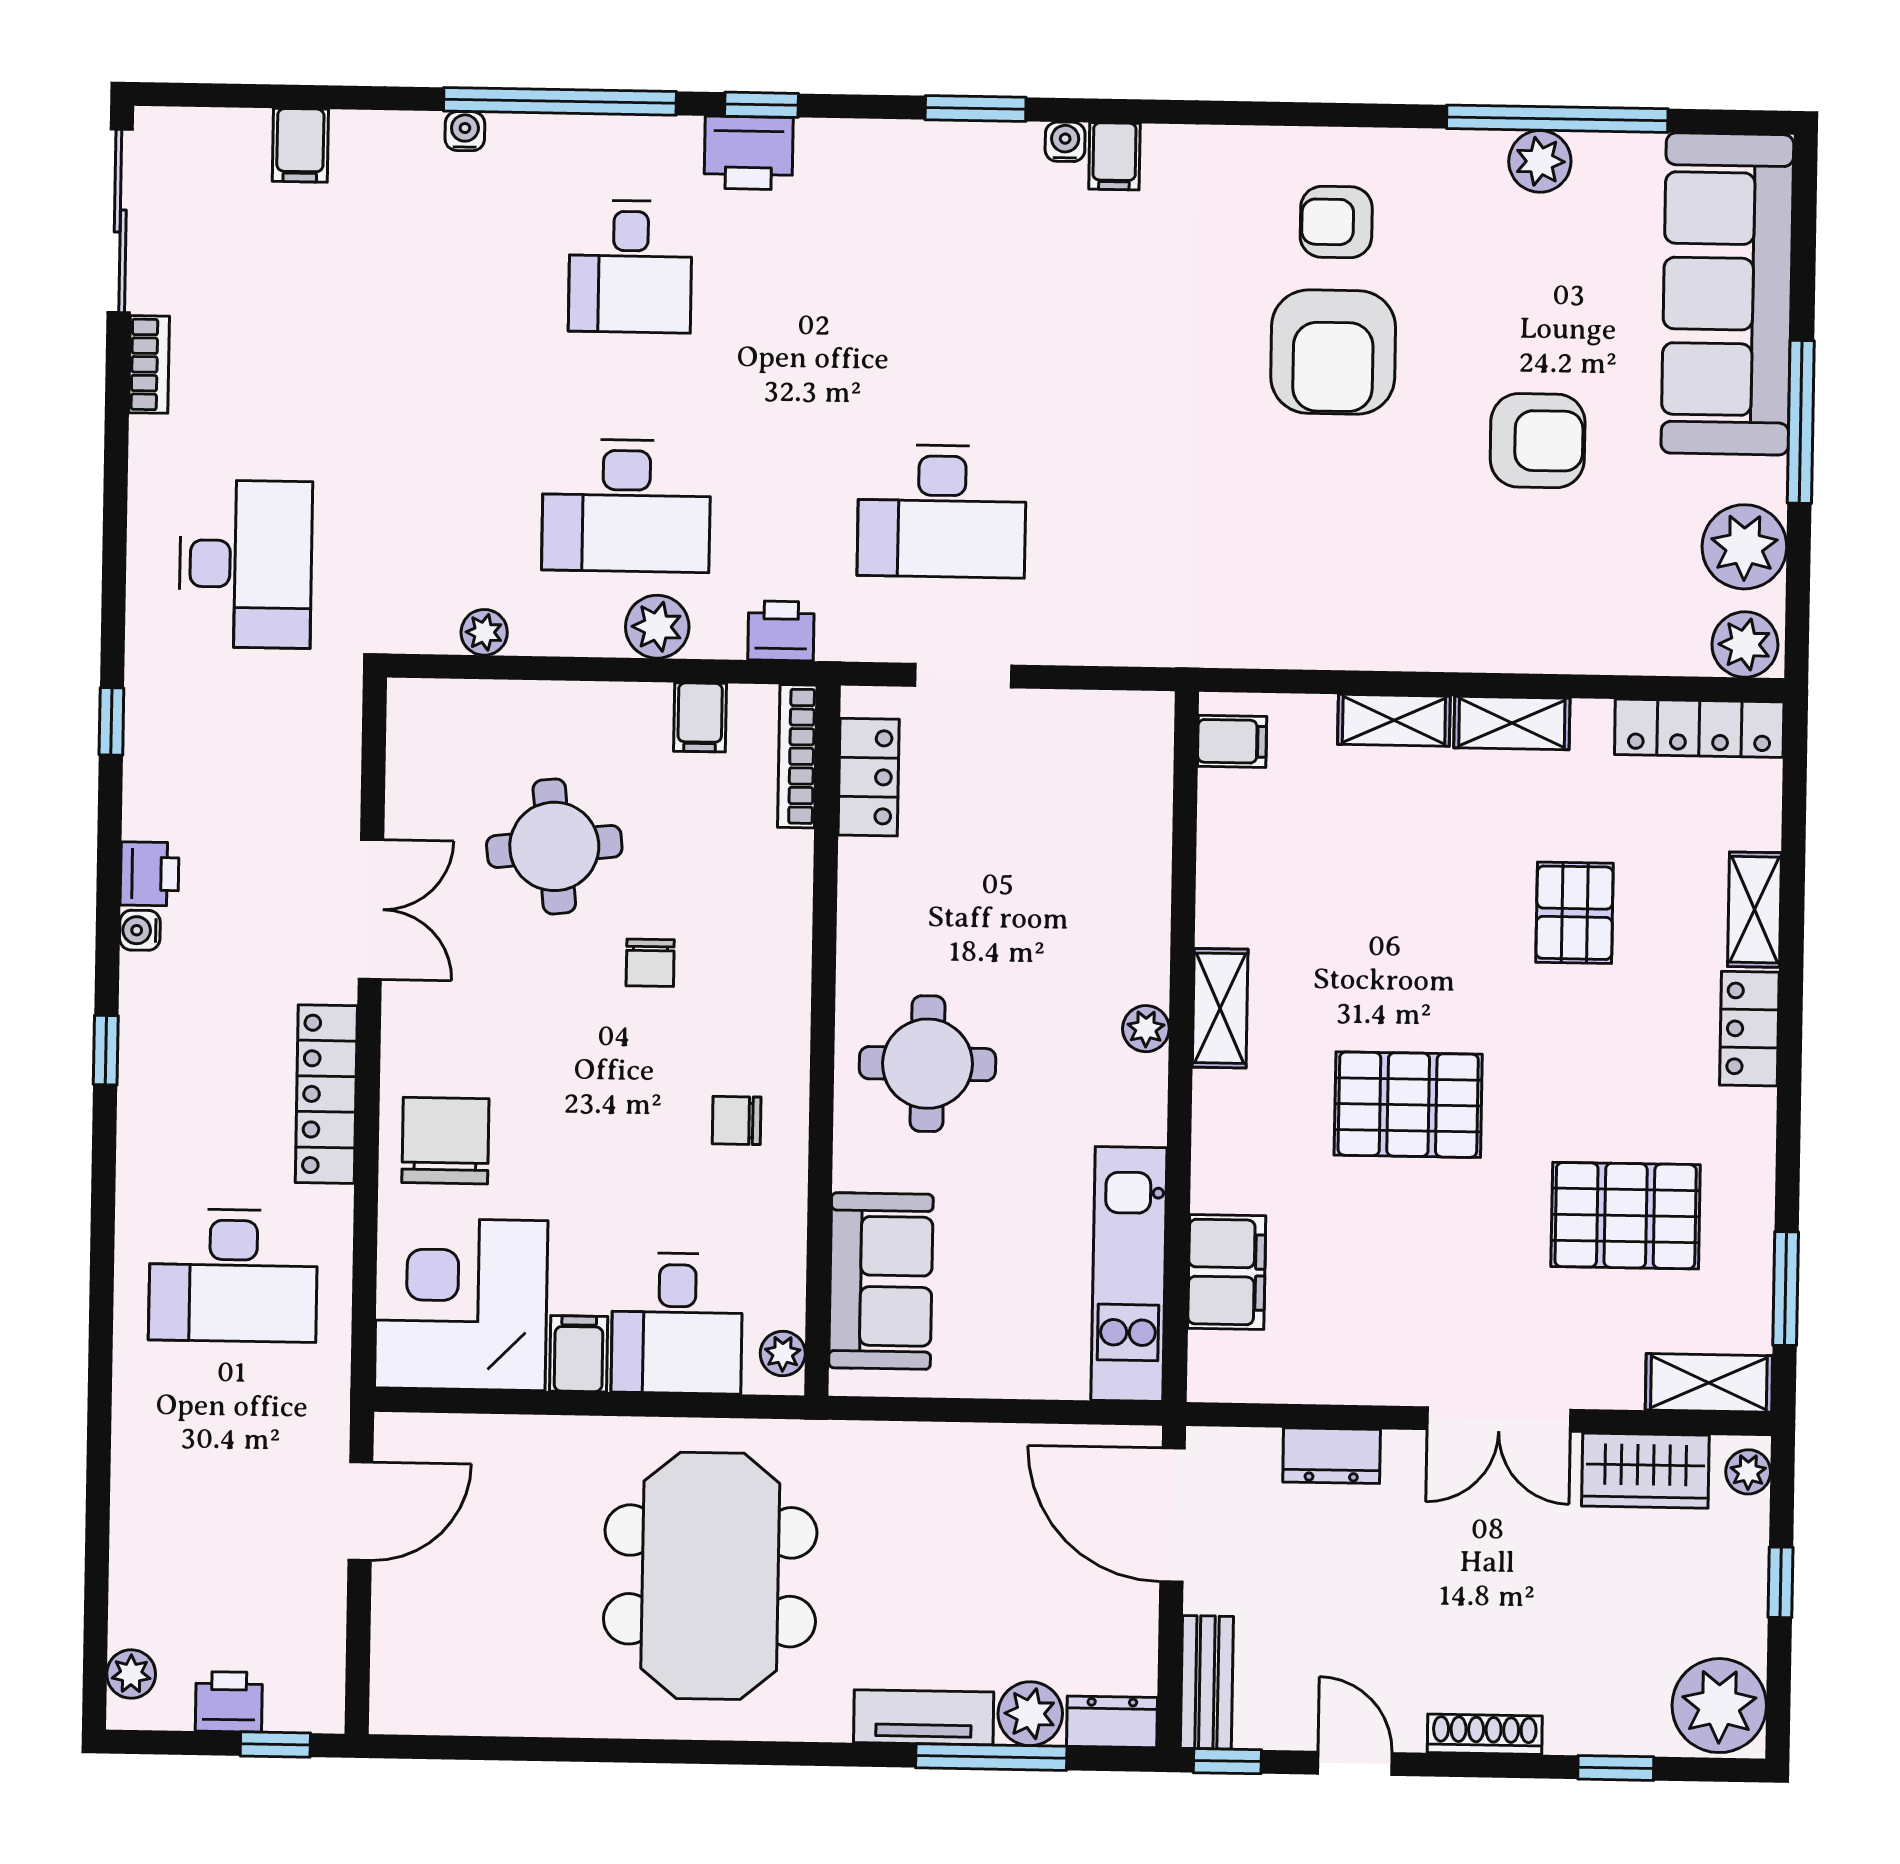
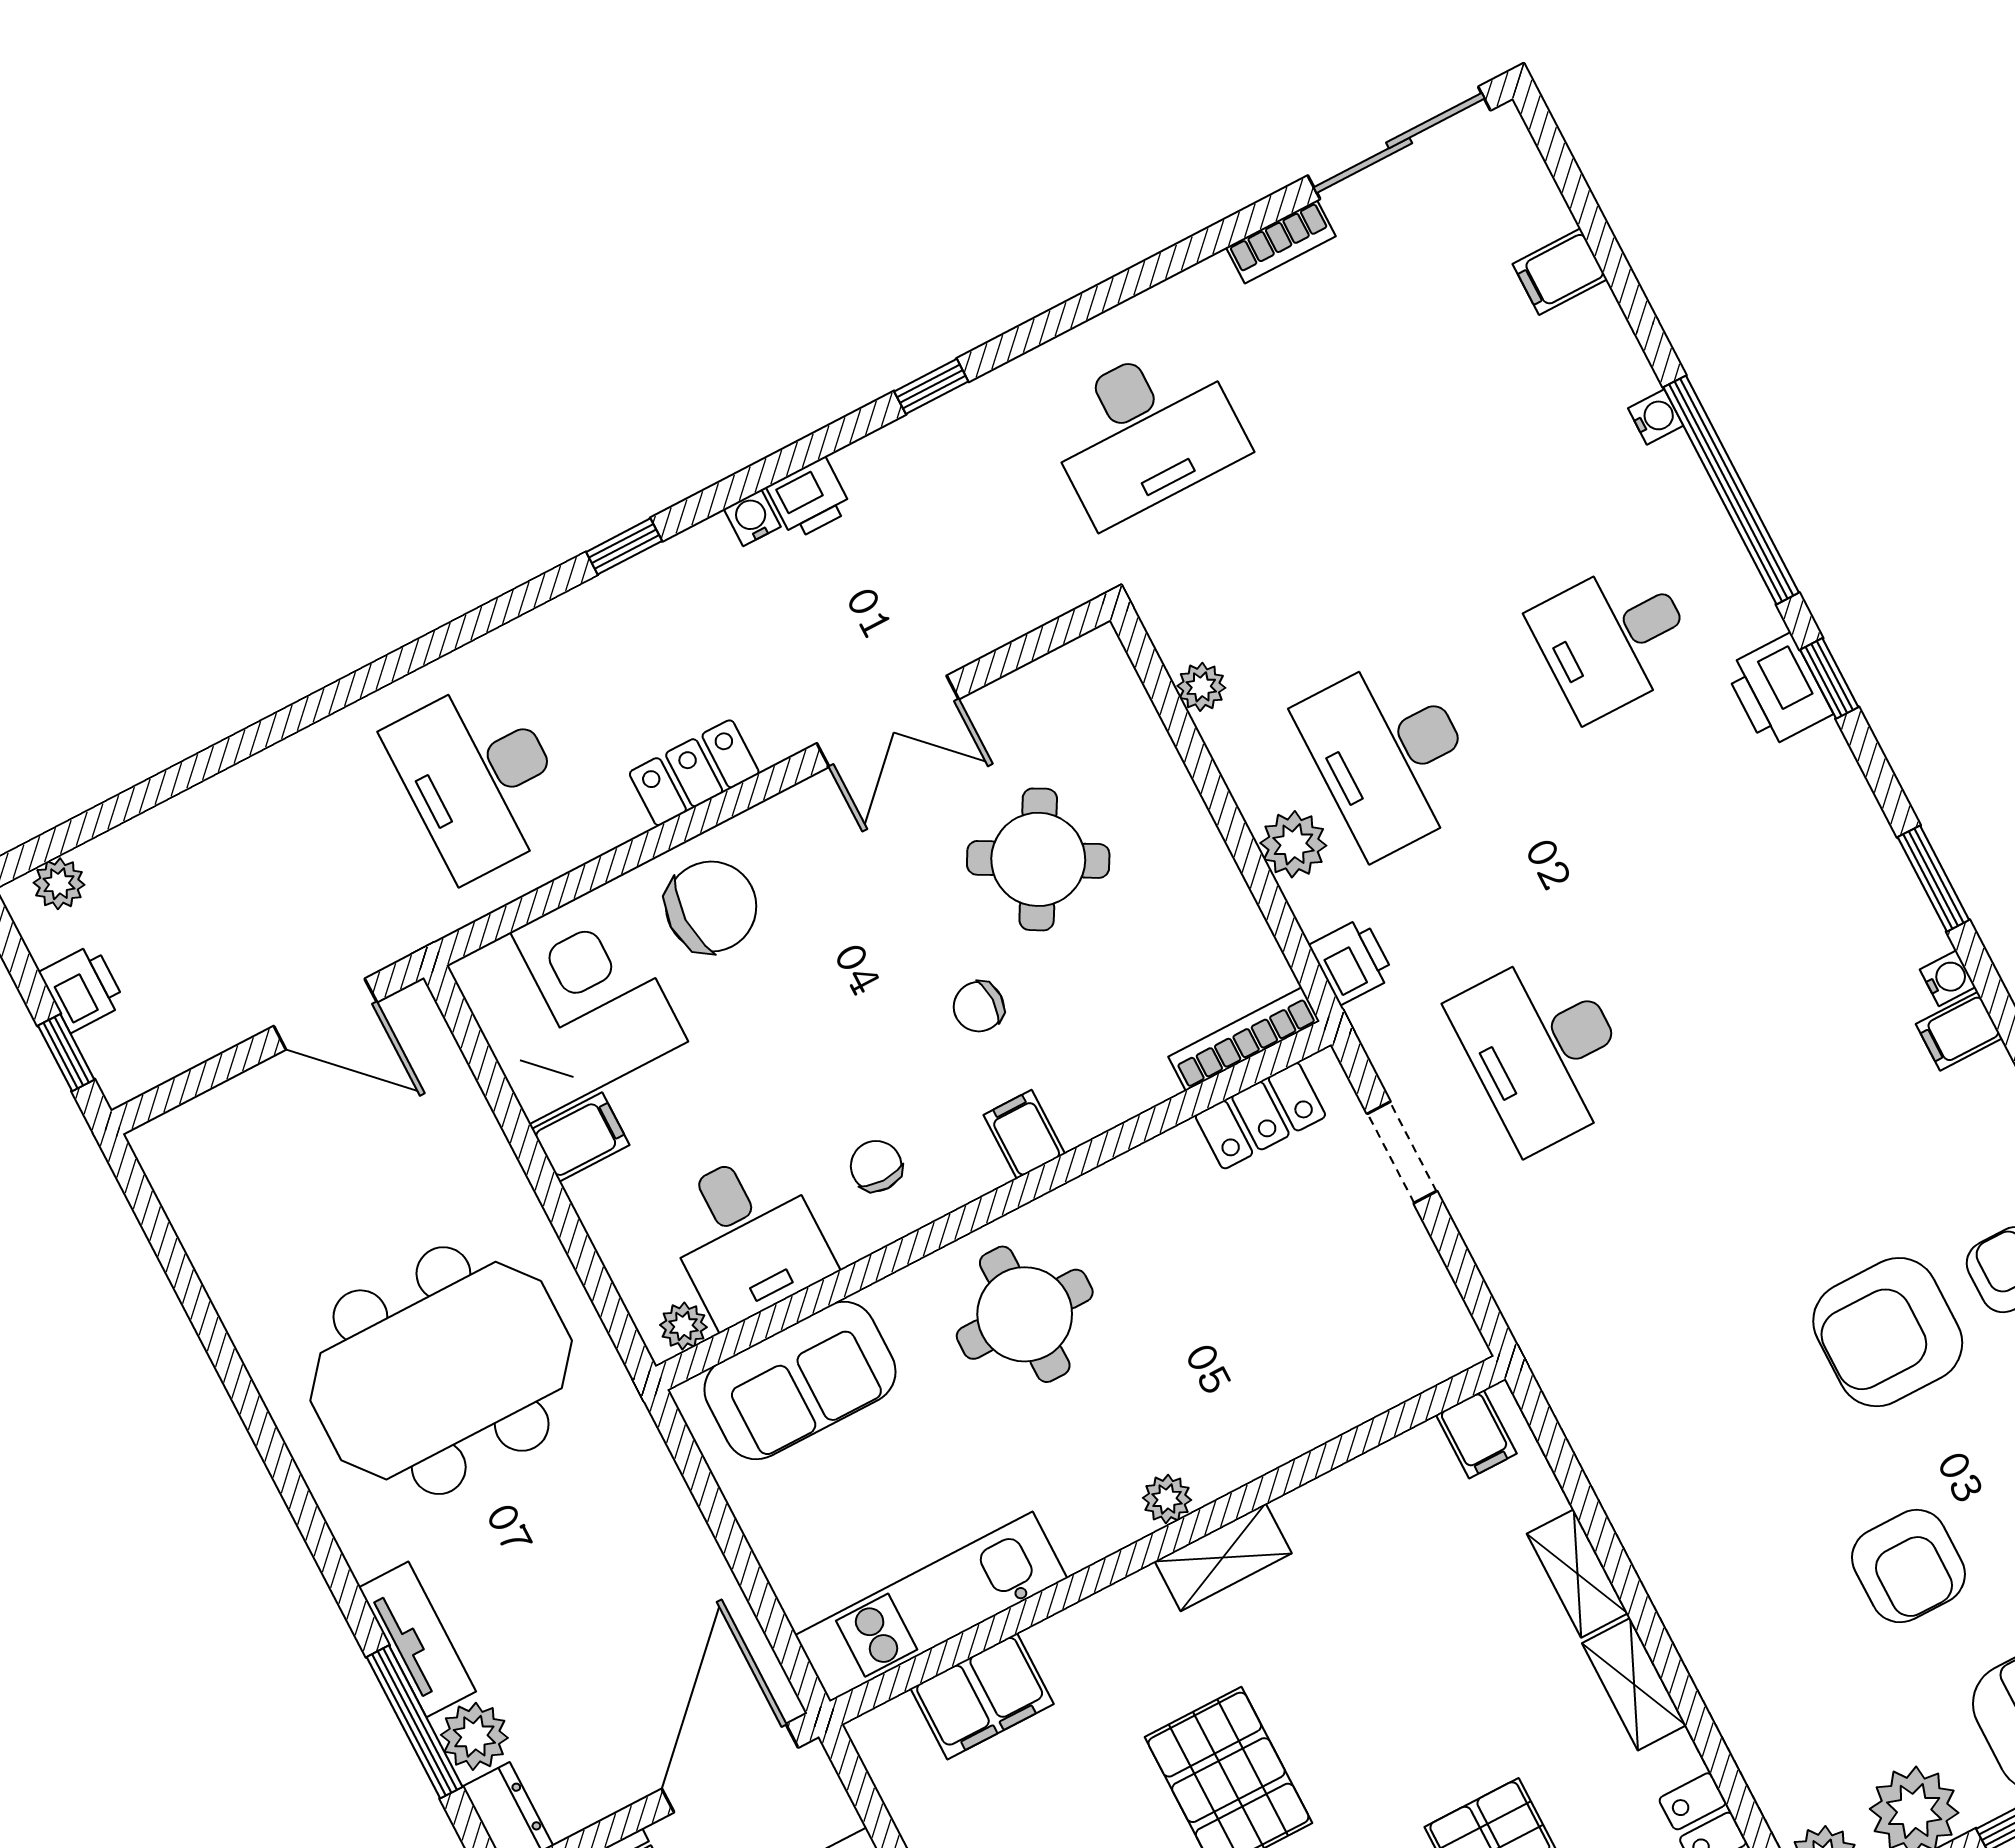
filing cabinet: (700, 717) -> (1024, 1134), moved, turned 90
round table: (554, 846) -> (1038, 859), turned 35
locker: (326, 1094) -> (694, 773), width x0.66
desk: (677, 1323) -> (746, 1237), moved, turned -90

